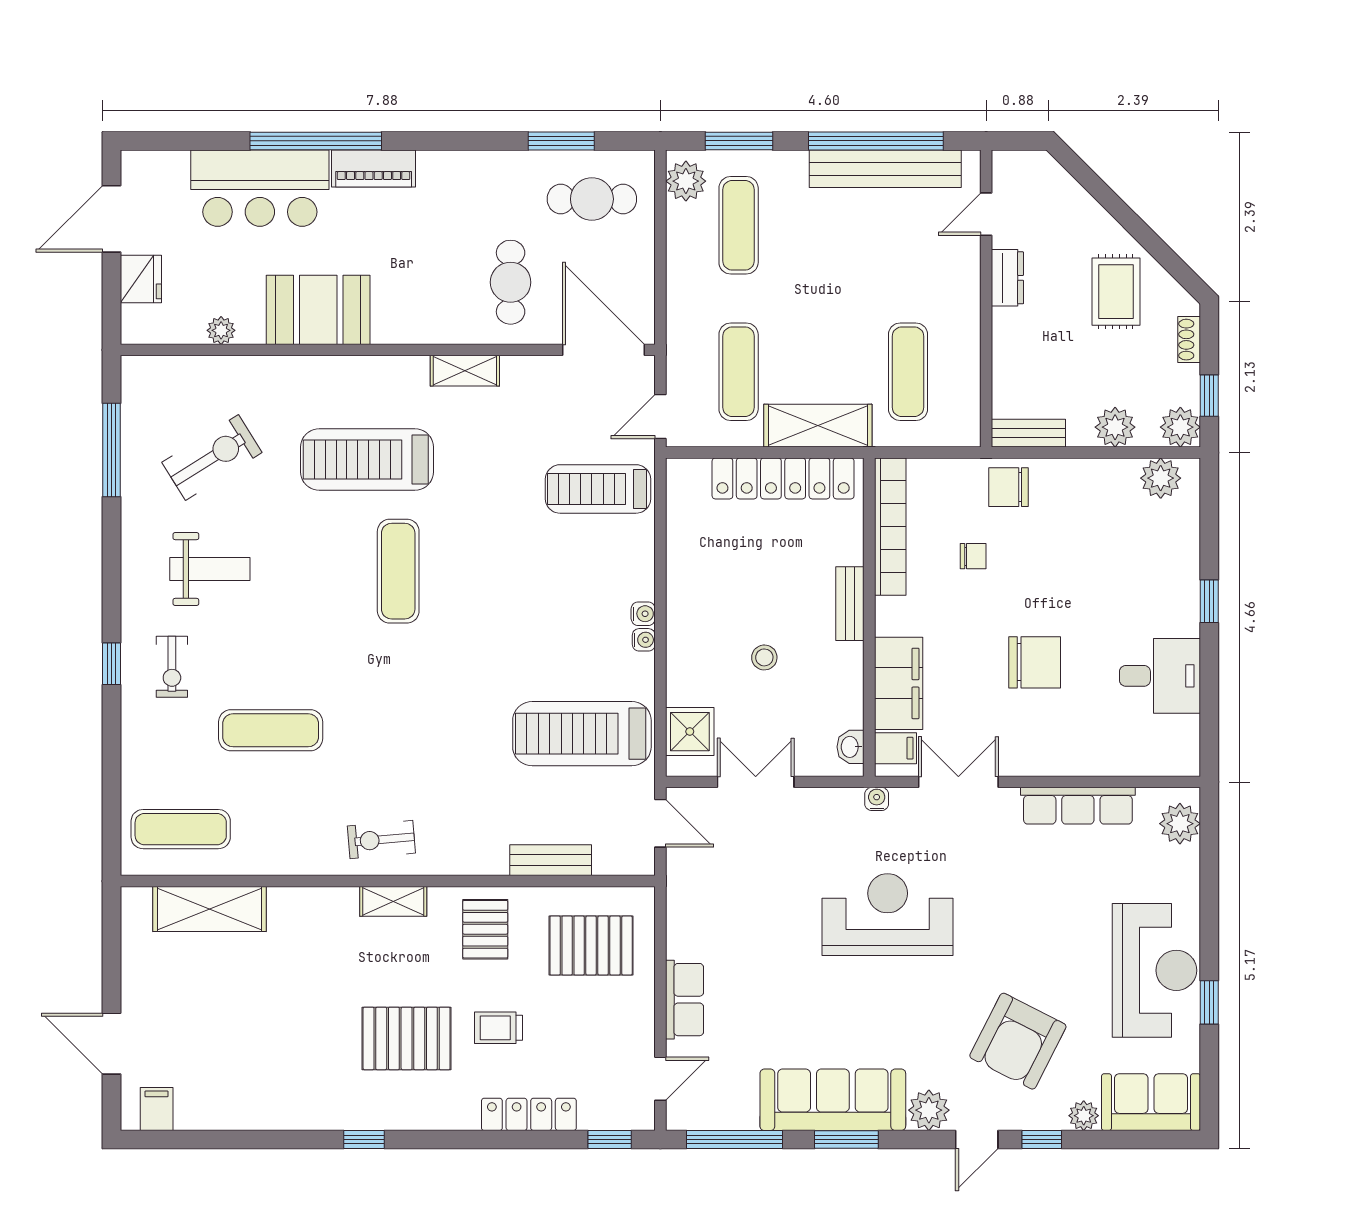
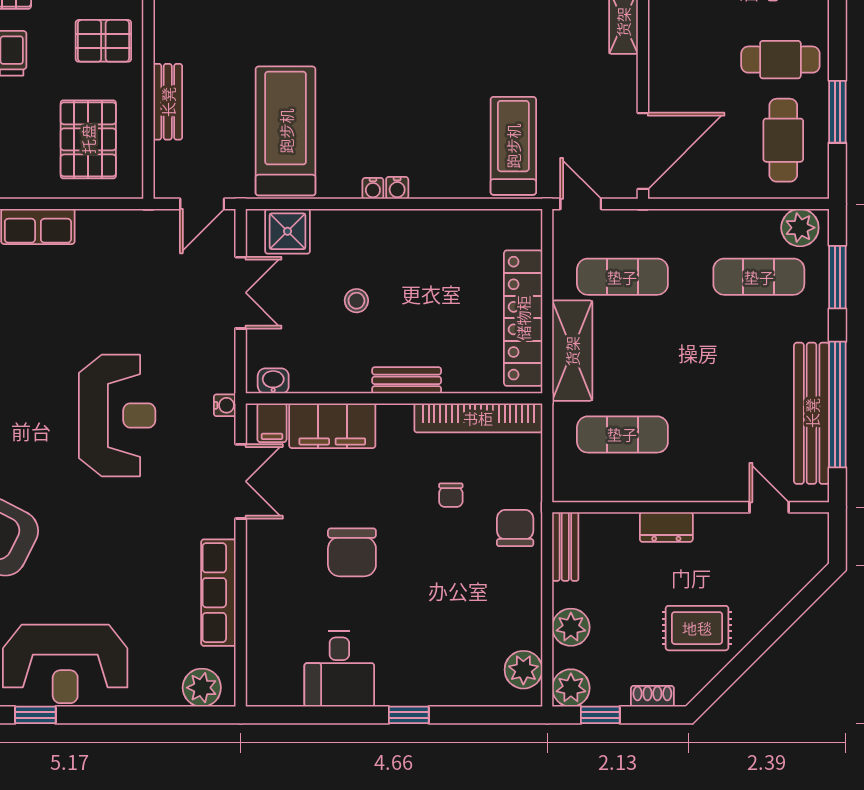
dresser: (1007, 278) -> (666, 527), moved
cafe table: (511, 282) -> (780, 60), moved

